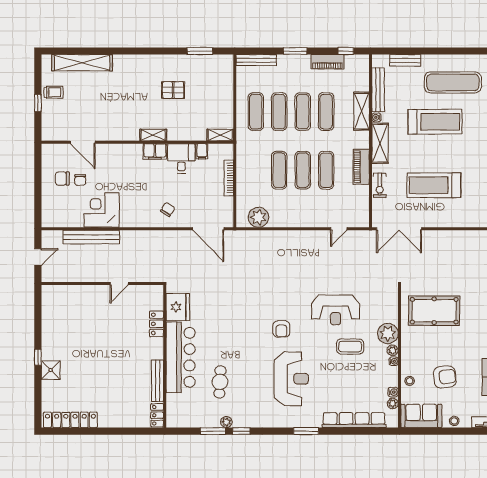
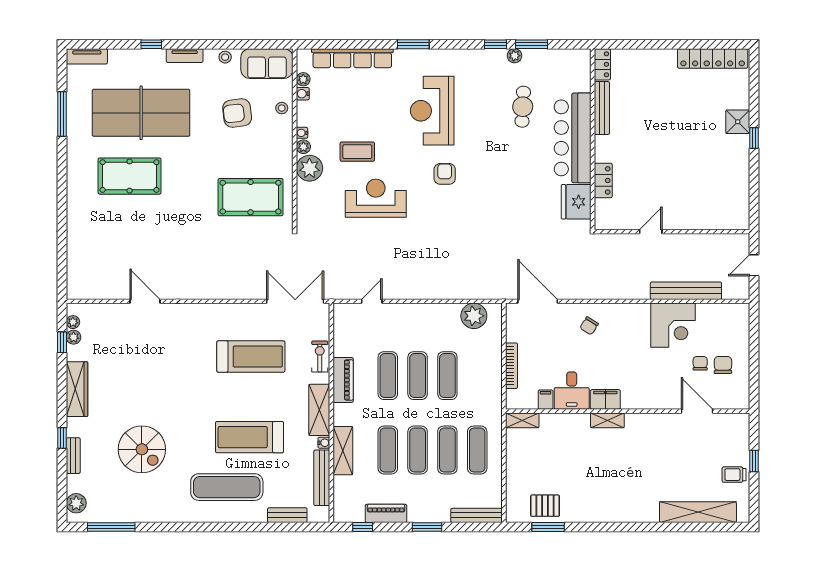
pallet: (173, 90) -> (545, 506), moved
chair: (62, 179) -> (723, 365), turned -90

